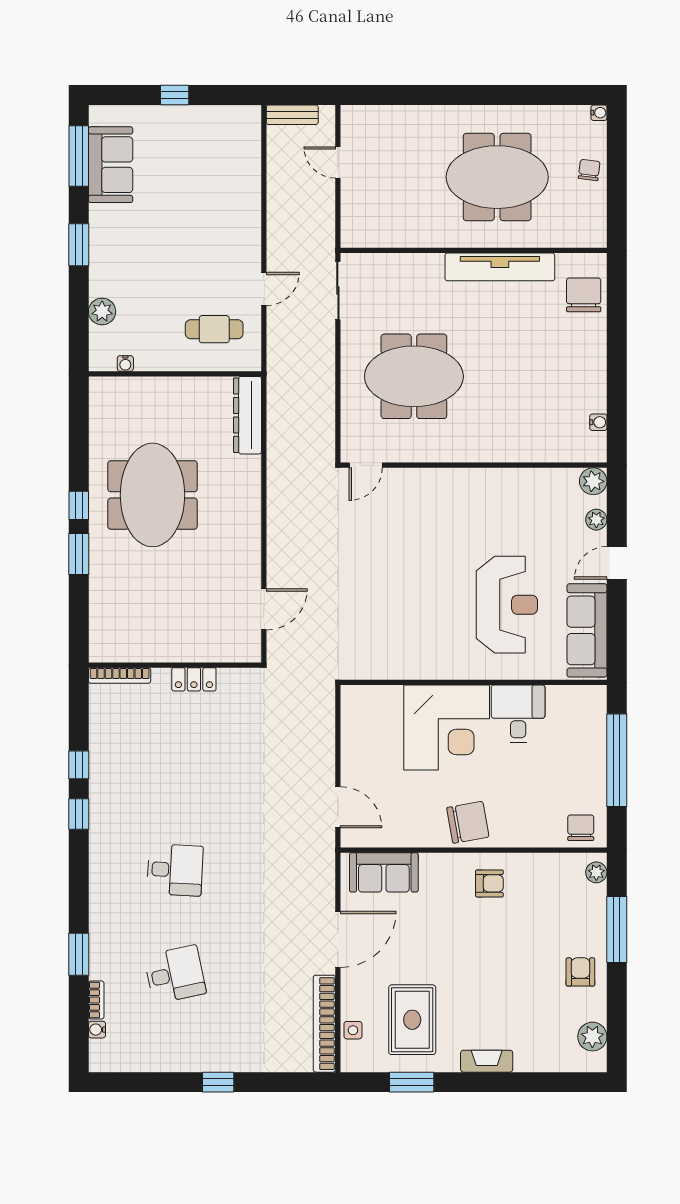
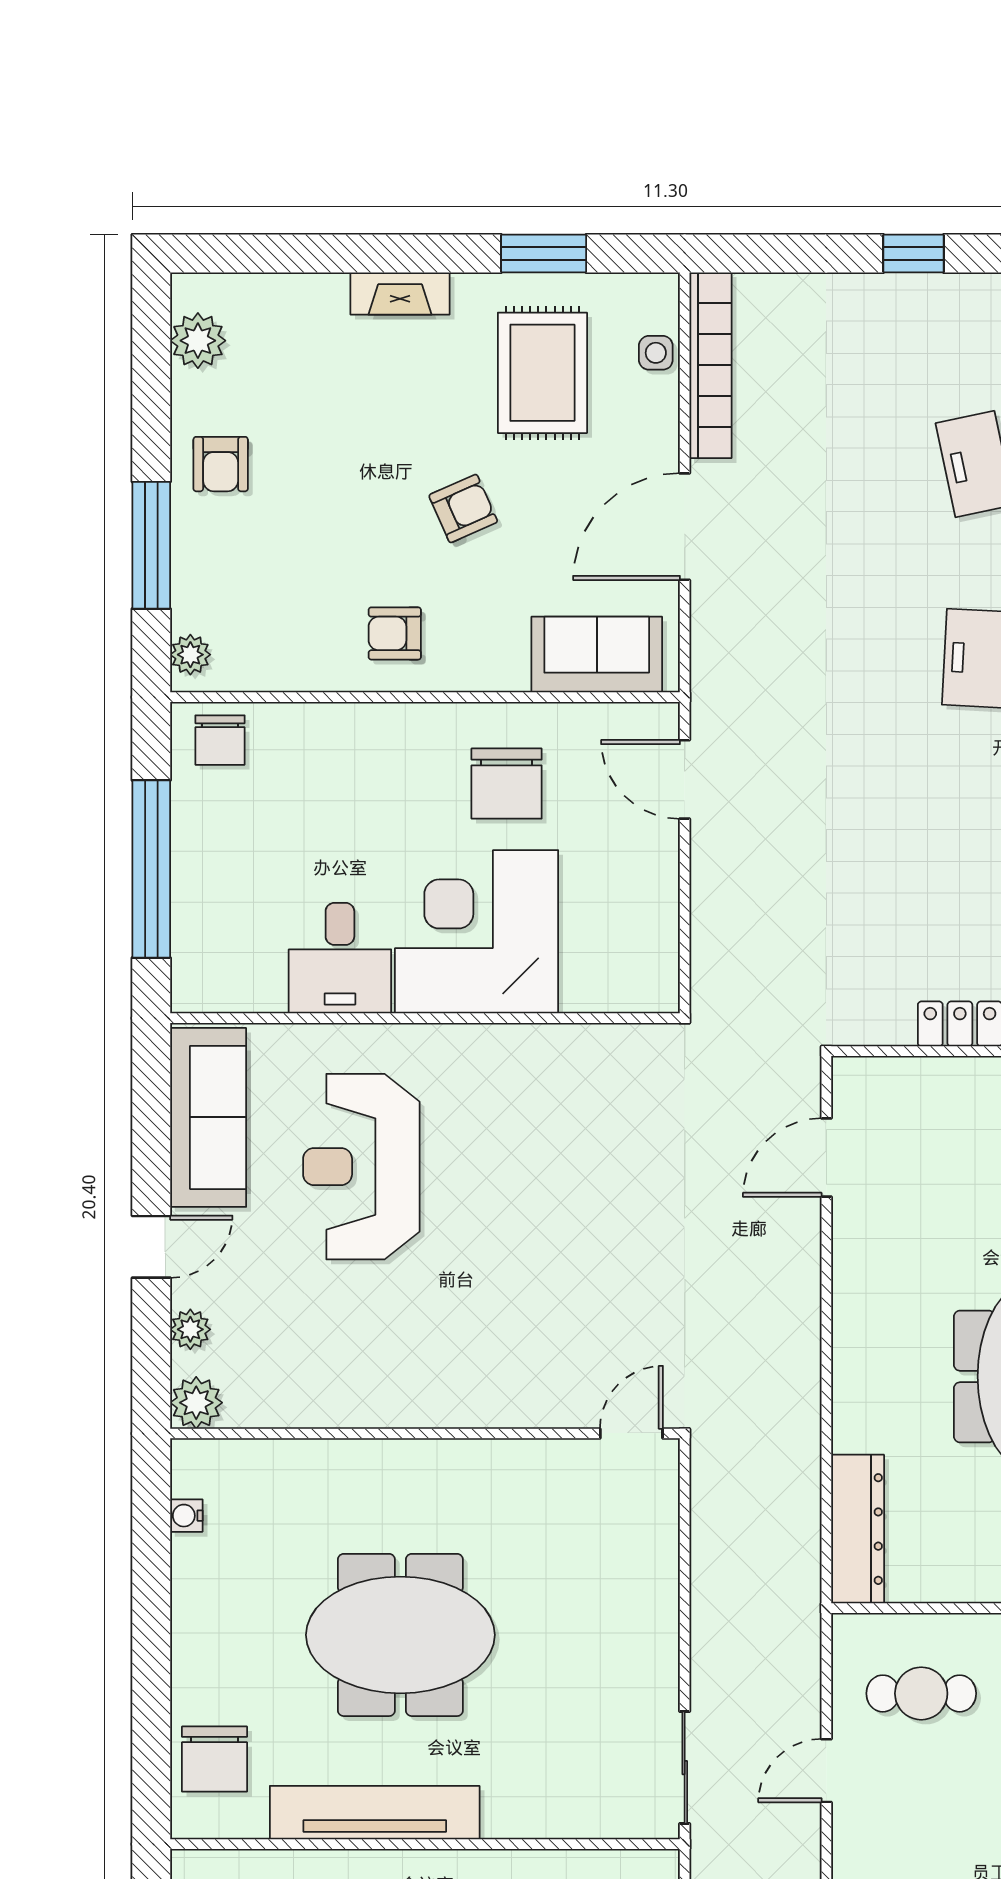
meeting table: (414, 376) -> (400, 1635), moved
chair: (468, 822) -> (507, 784), moved, turned -80
armchair: (454, 949) -> (463, 509), added

